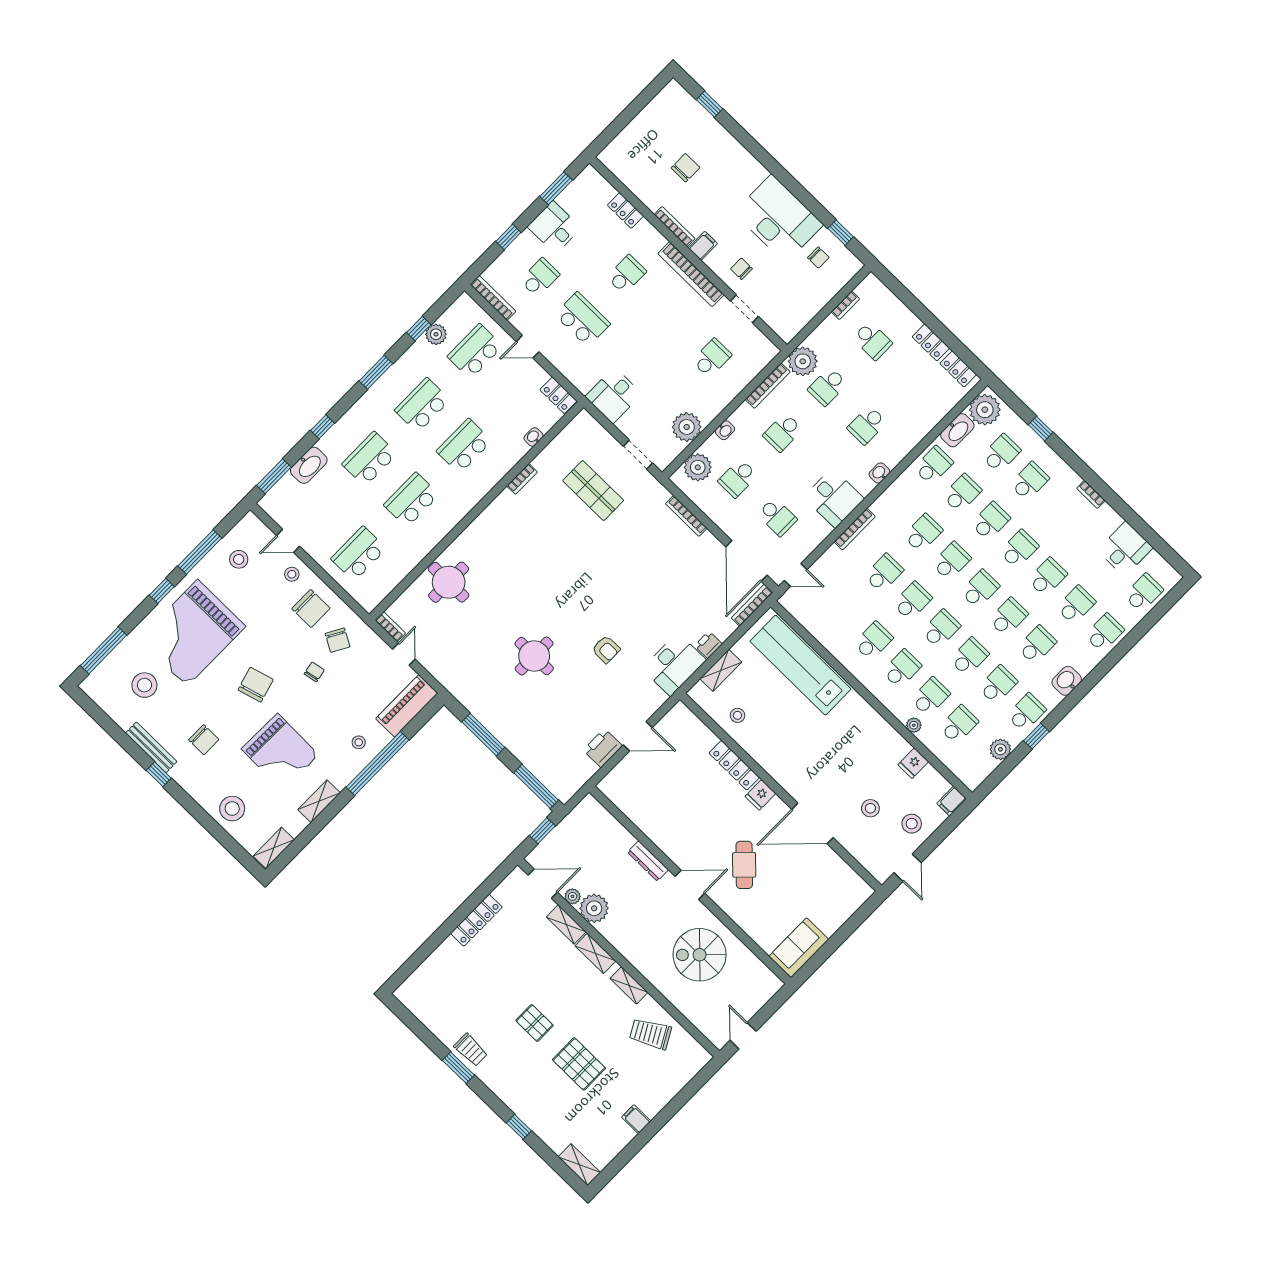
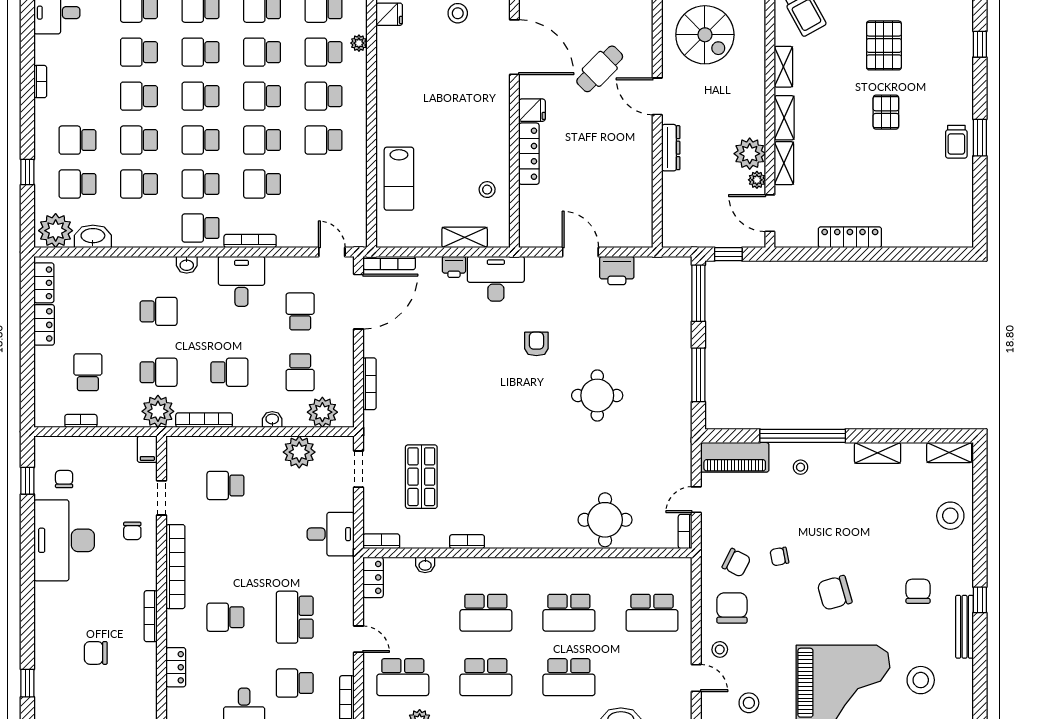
filing cabinet: (703, 246) -> (147, 449), moved, turned -90
bookcase: (577, 424) -> (381, 541), added
school desk: (934, 465) -> (201, 228), moved
school desk: (738, 478) -> (300, 372), turned 90
chair: (338, 640) -> (736, 563), turned 88
lab bench: (800, 665) -> (399, 179), width x0.54, depth x0.72
grand piano: (280, 752) -> (869, 522), removed
trolley: (471, 1050) -> (956, 142), turned 180

